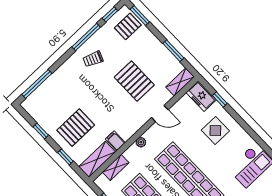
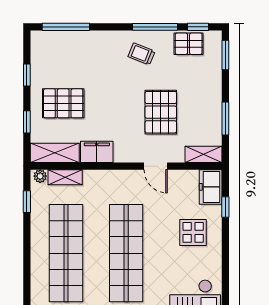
pallet: (128, 26) -> (189, 44), moved
filing cabinet: (115, 141) -> (97, 152), width x2.00
plant: (141, 142) -> (40, 176), moved

